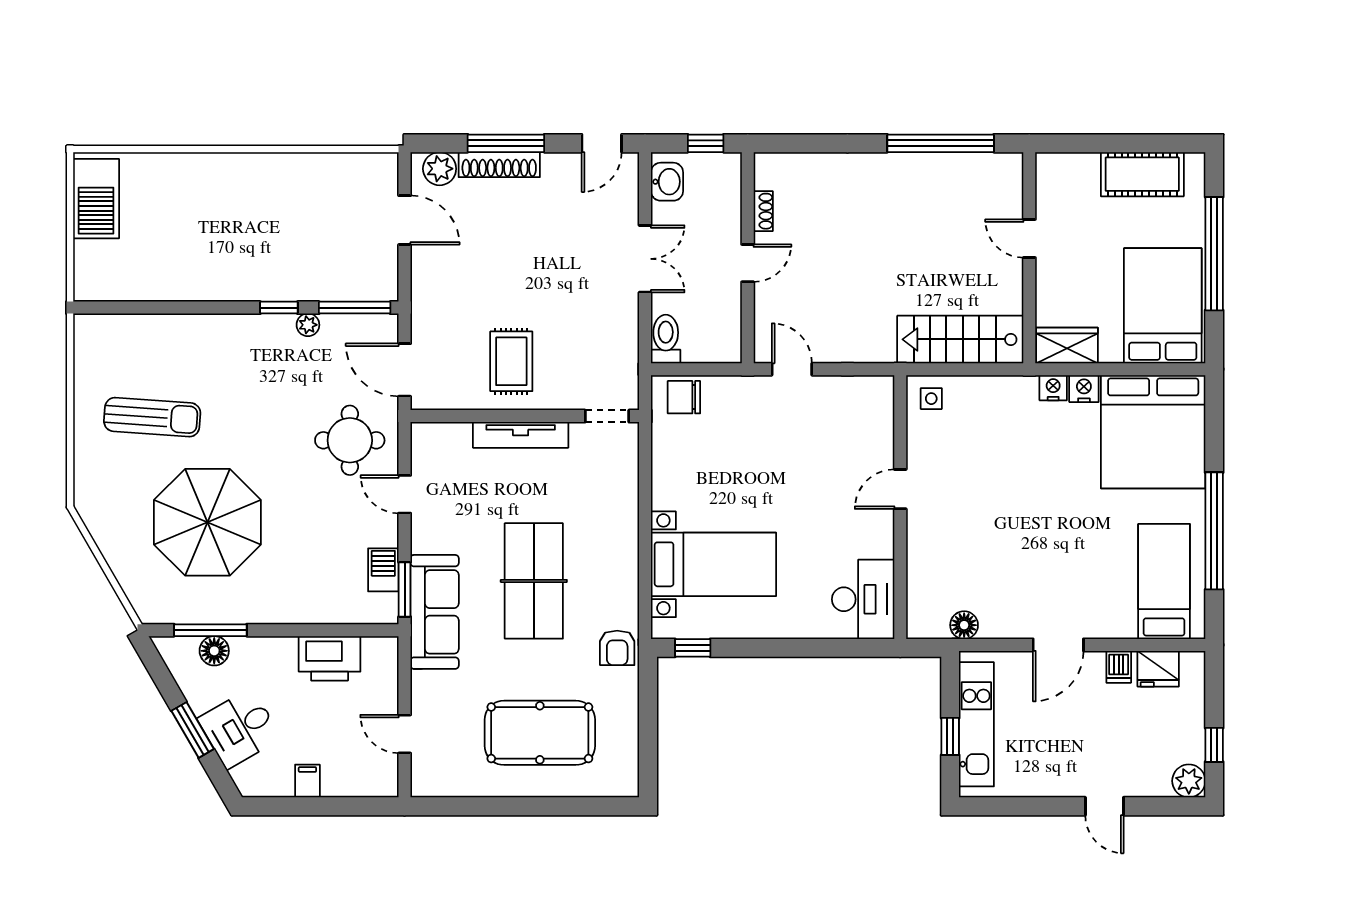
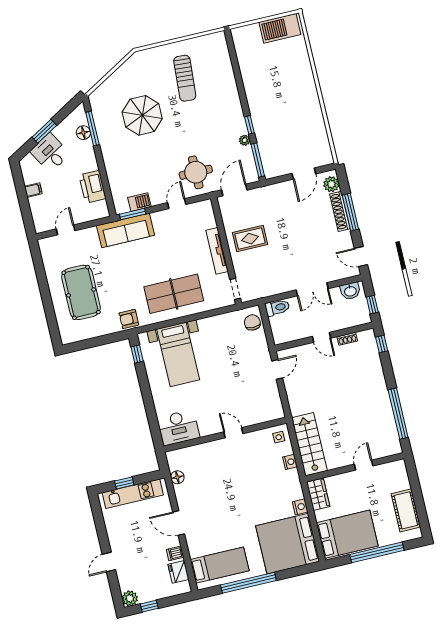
window: (790, 143) -> (382, 344), added
nightstand: (1053, 388) -> (290, 462), moved
parasol: (207, 522) -> (142, 115), width x0.73, depth x0.73
table tennis table: (534, 581) -> (174, 294), moved

